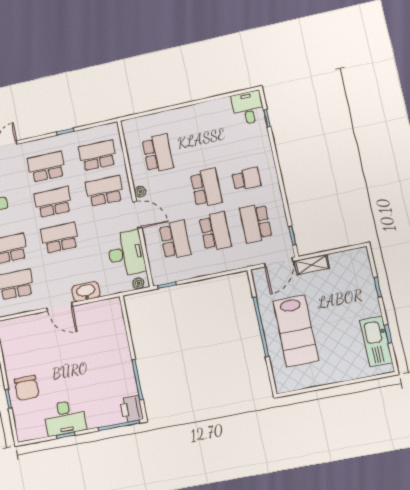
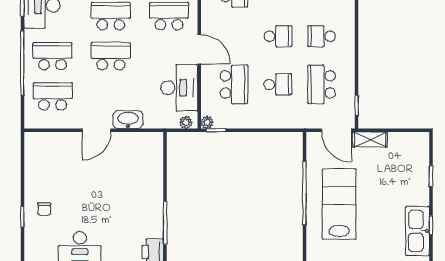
school desk: (246, 179) -> (322, 36), turned 180
school desk: (206, 188) -> (278, 36), width x0.54
plant: (140, 192) -> (207, 122), moved
school desk: (215, 231) -> (278, 84), width x0.54
door: (279, 262) -> (337, 130), hinge flipped
door: (60, 307) -> (96, 130), hinge flipped
lab bench: (296, 331) -> (339, 204), turned 180
chair: (27, 388) -> (44, 209), width x0.54, depth x0.54

